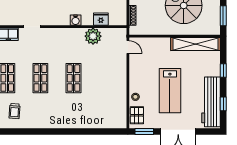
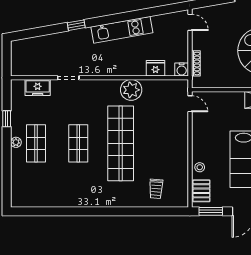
water cooler: (76, 20) -> (182, 69), moved
plant: (93, 36) -> (131, 90), moved
shop shelf: (74, 78) -> (121, 143), width x2.00, depth x1.36
trolley: (15, 111) -> (156, 189), moved

